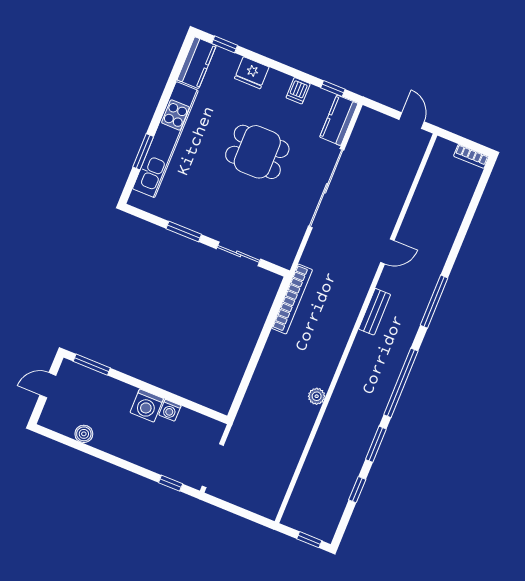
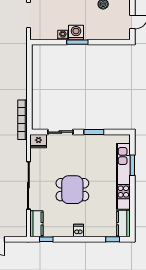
fridge: (252, 73) -> (38, 141), moved, turned 180
dishwasher: (298, 91) -> (78, 231), moved
window: (92, 365) -> (77, 42), moved

